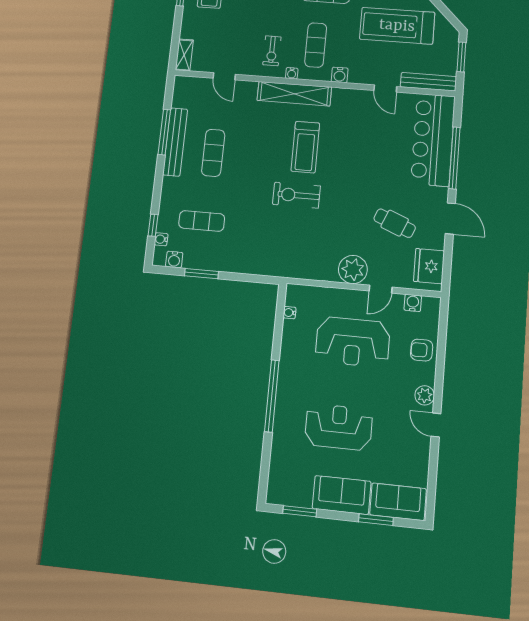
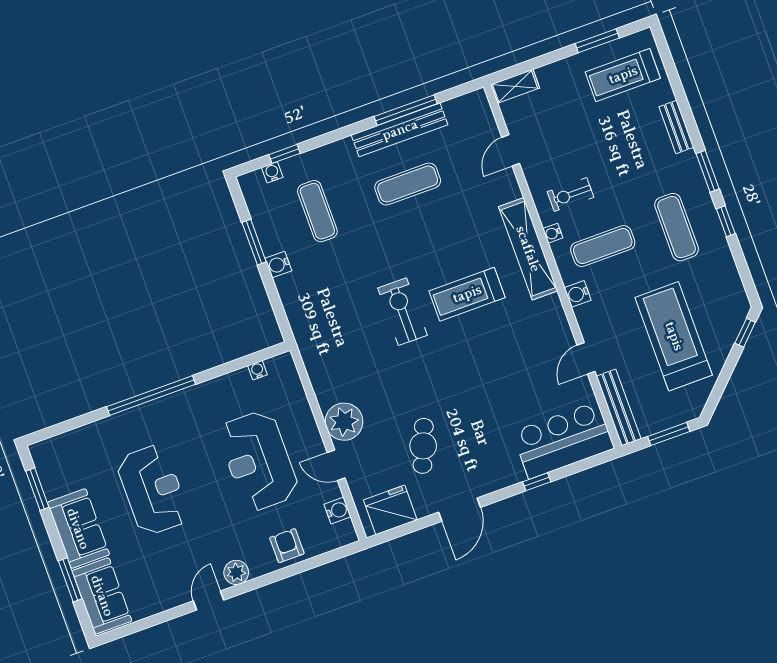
bar counter: (433, 140) -> (563, 440), width x0.73
window: (454, 158) -> (537, 482), width x0.32
water cooler: (174, 260) -> (278, 264), moved

